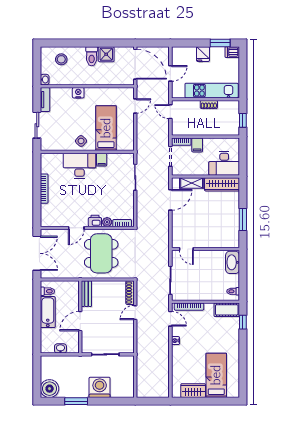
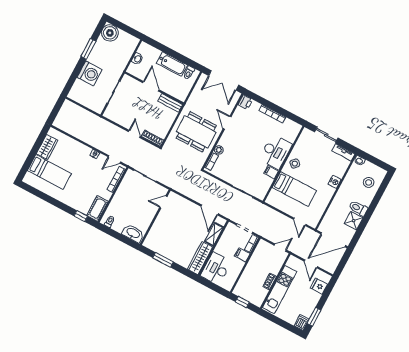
fridge: (203, 54) -> (319, 286), moved
printer: (95, 221) -> (245, 102), moved

